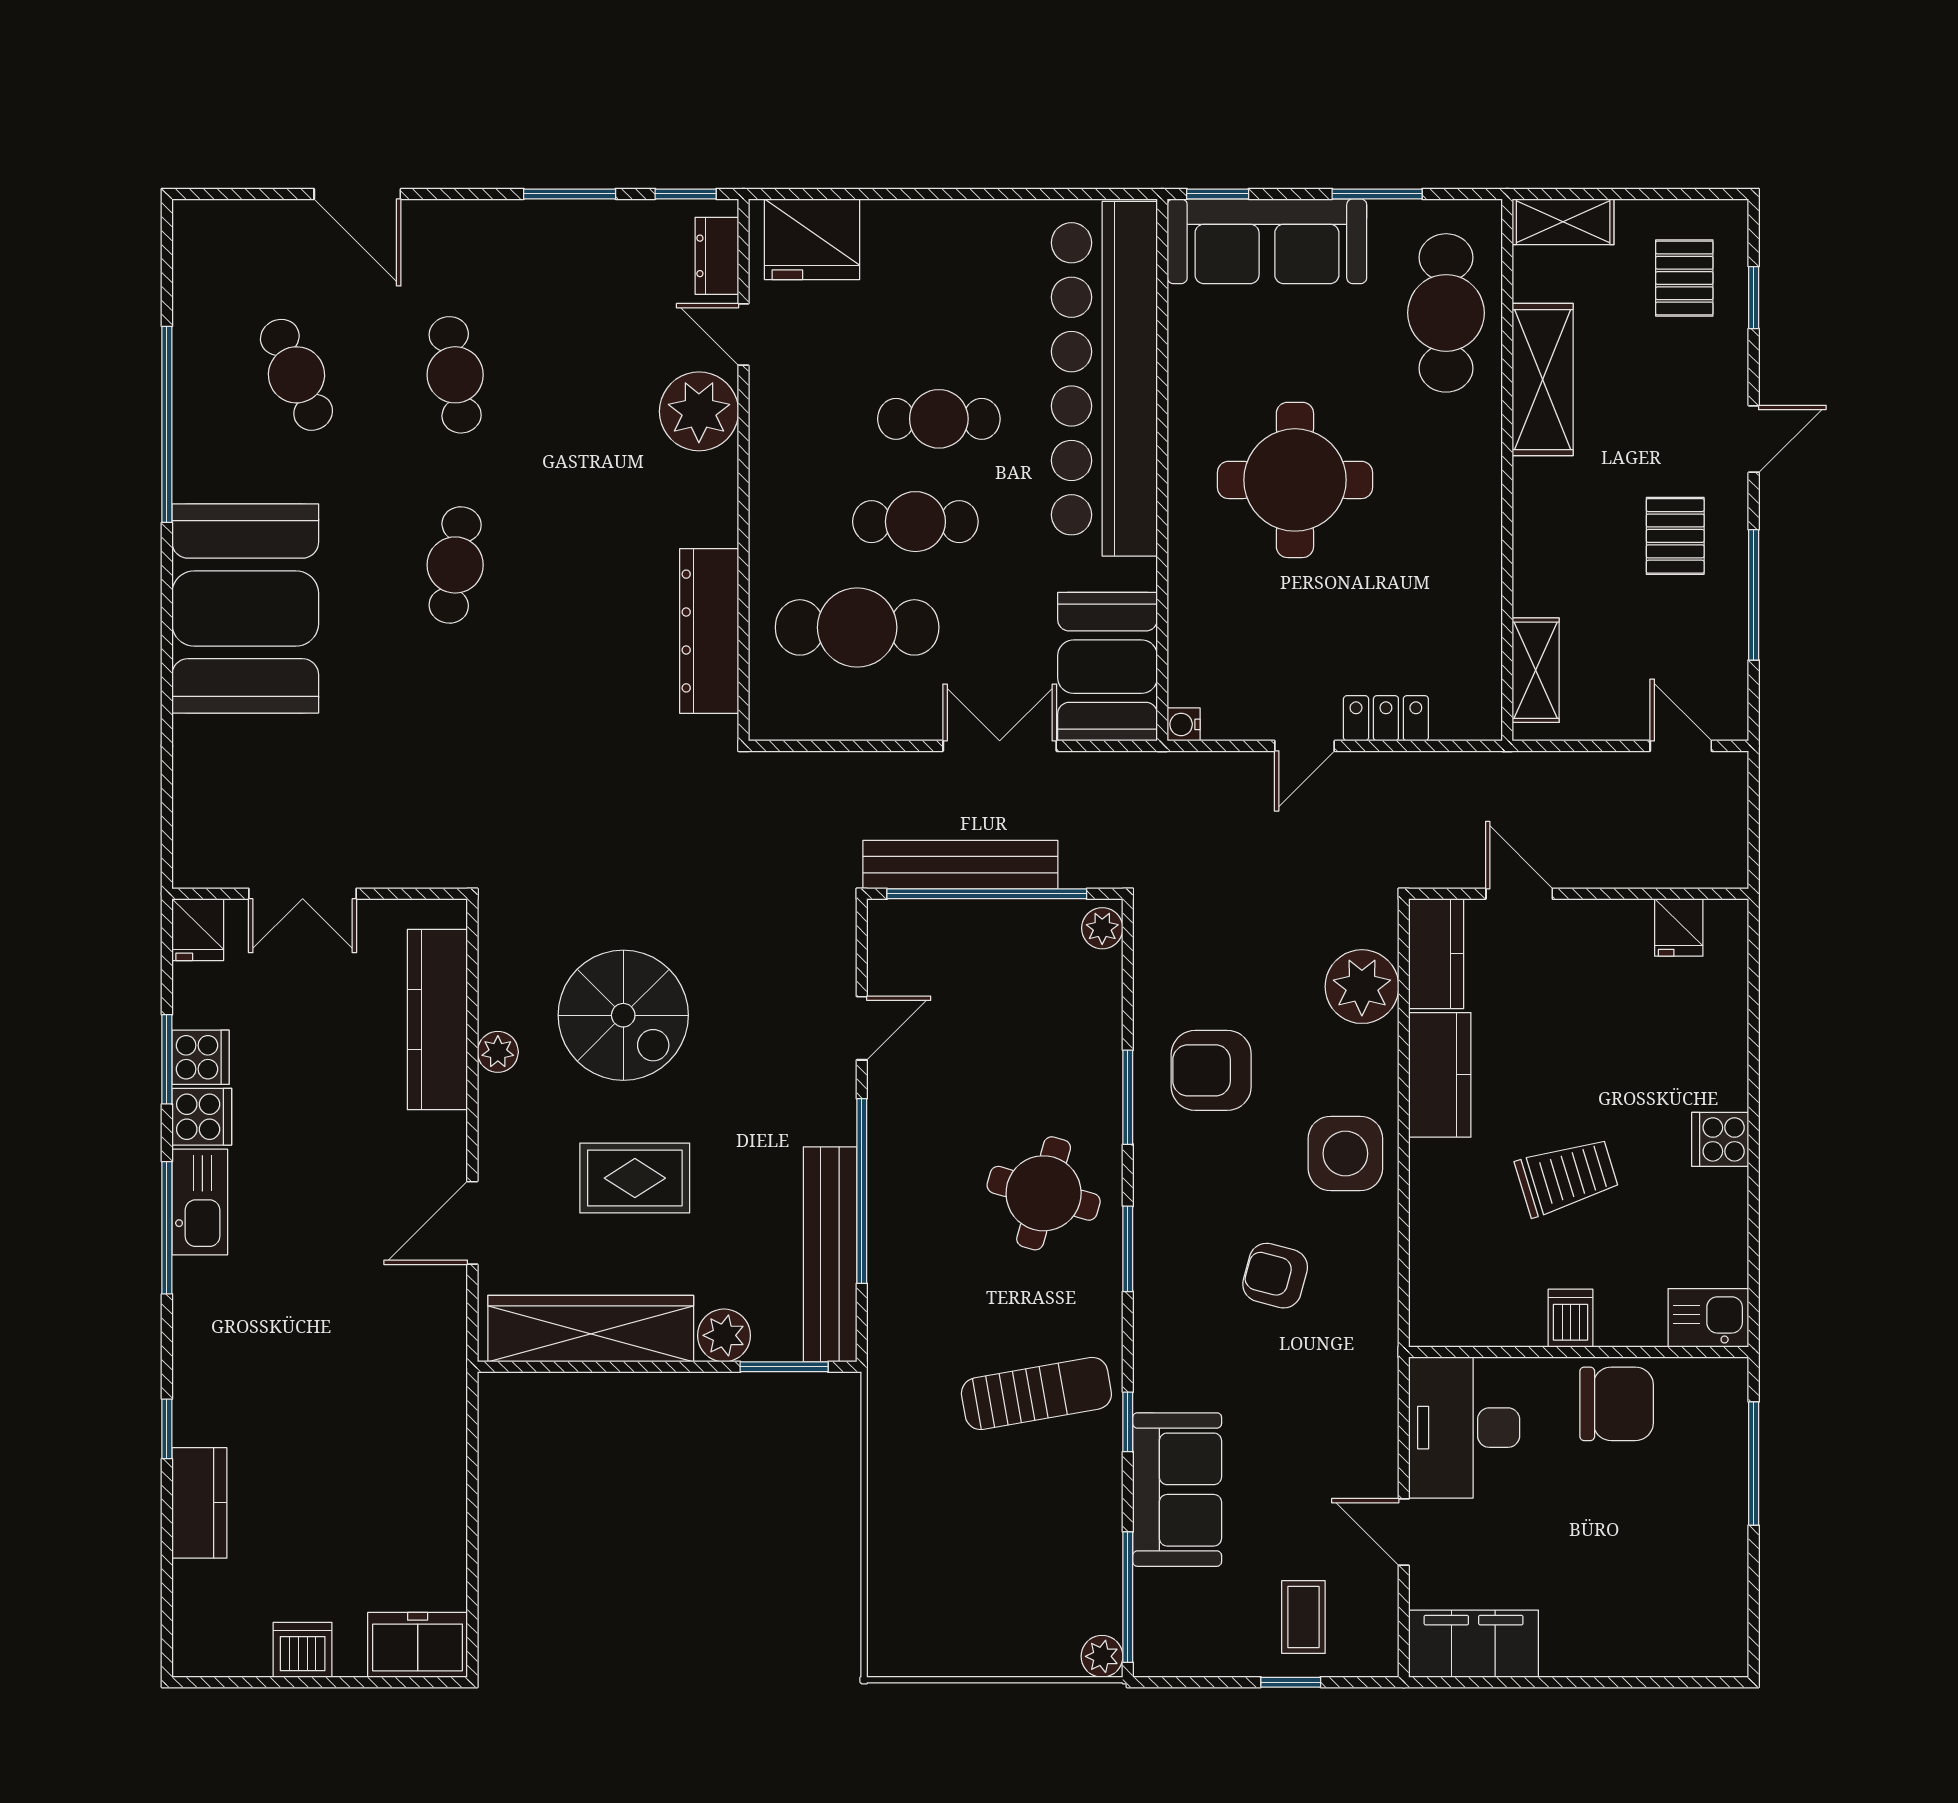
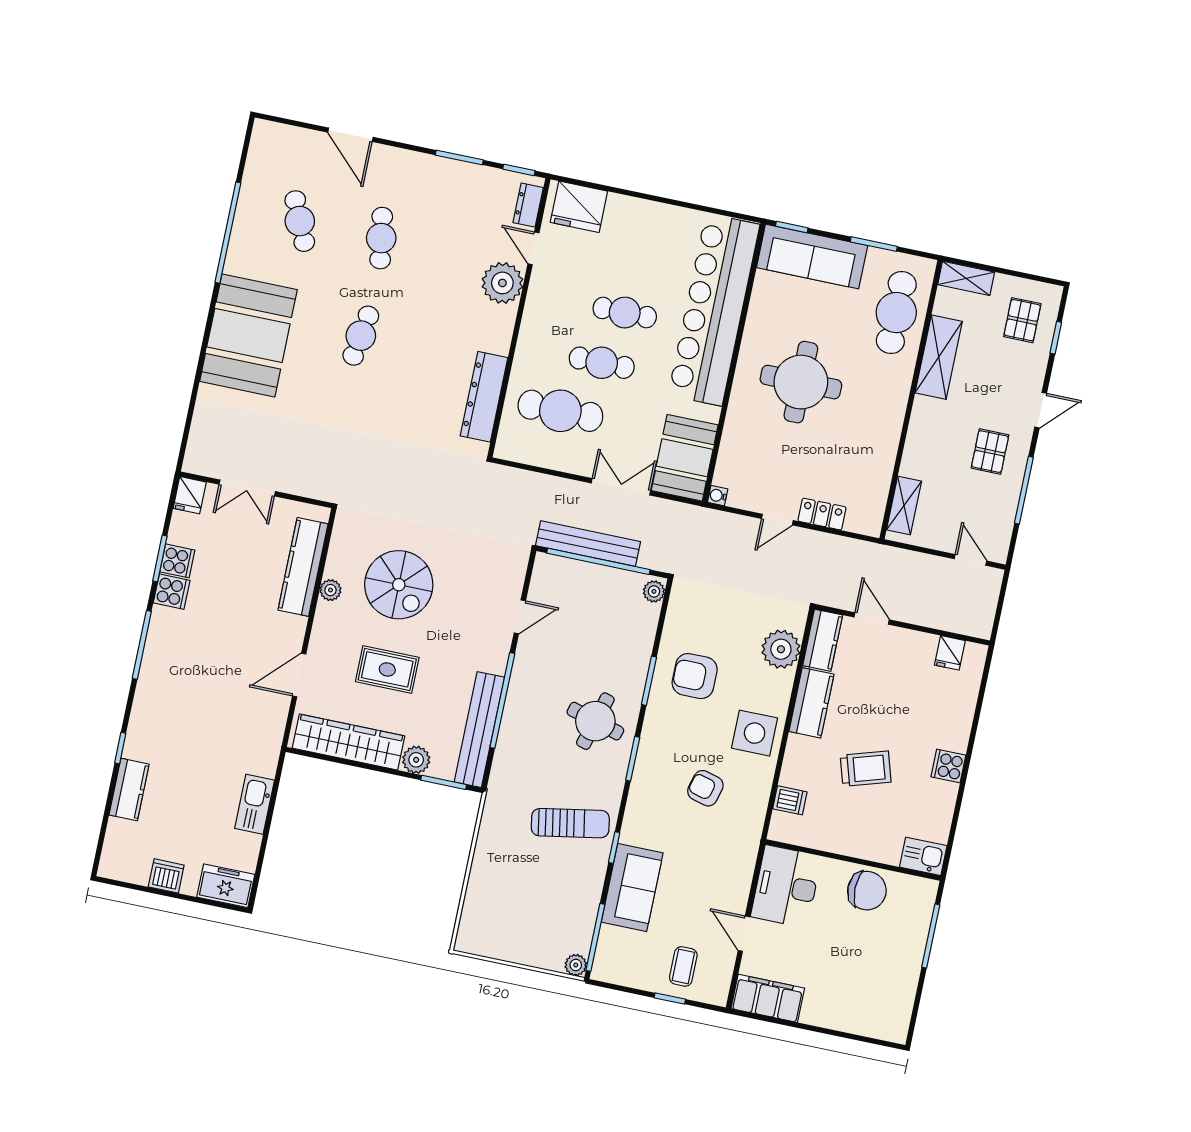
kitchen sink: (200, 1202) -> (255, 804), moved, turned 180
dishwasher: (1571, 1318) -> (790, 800), moved, turned 90

